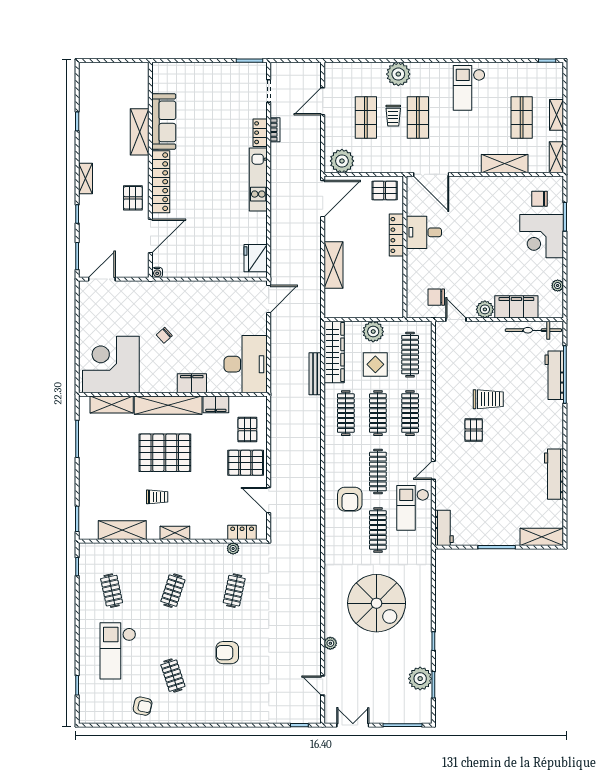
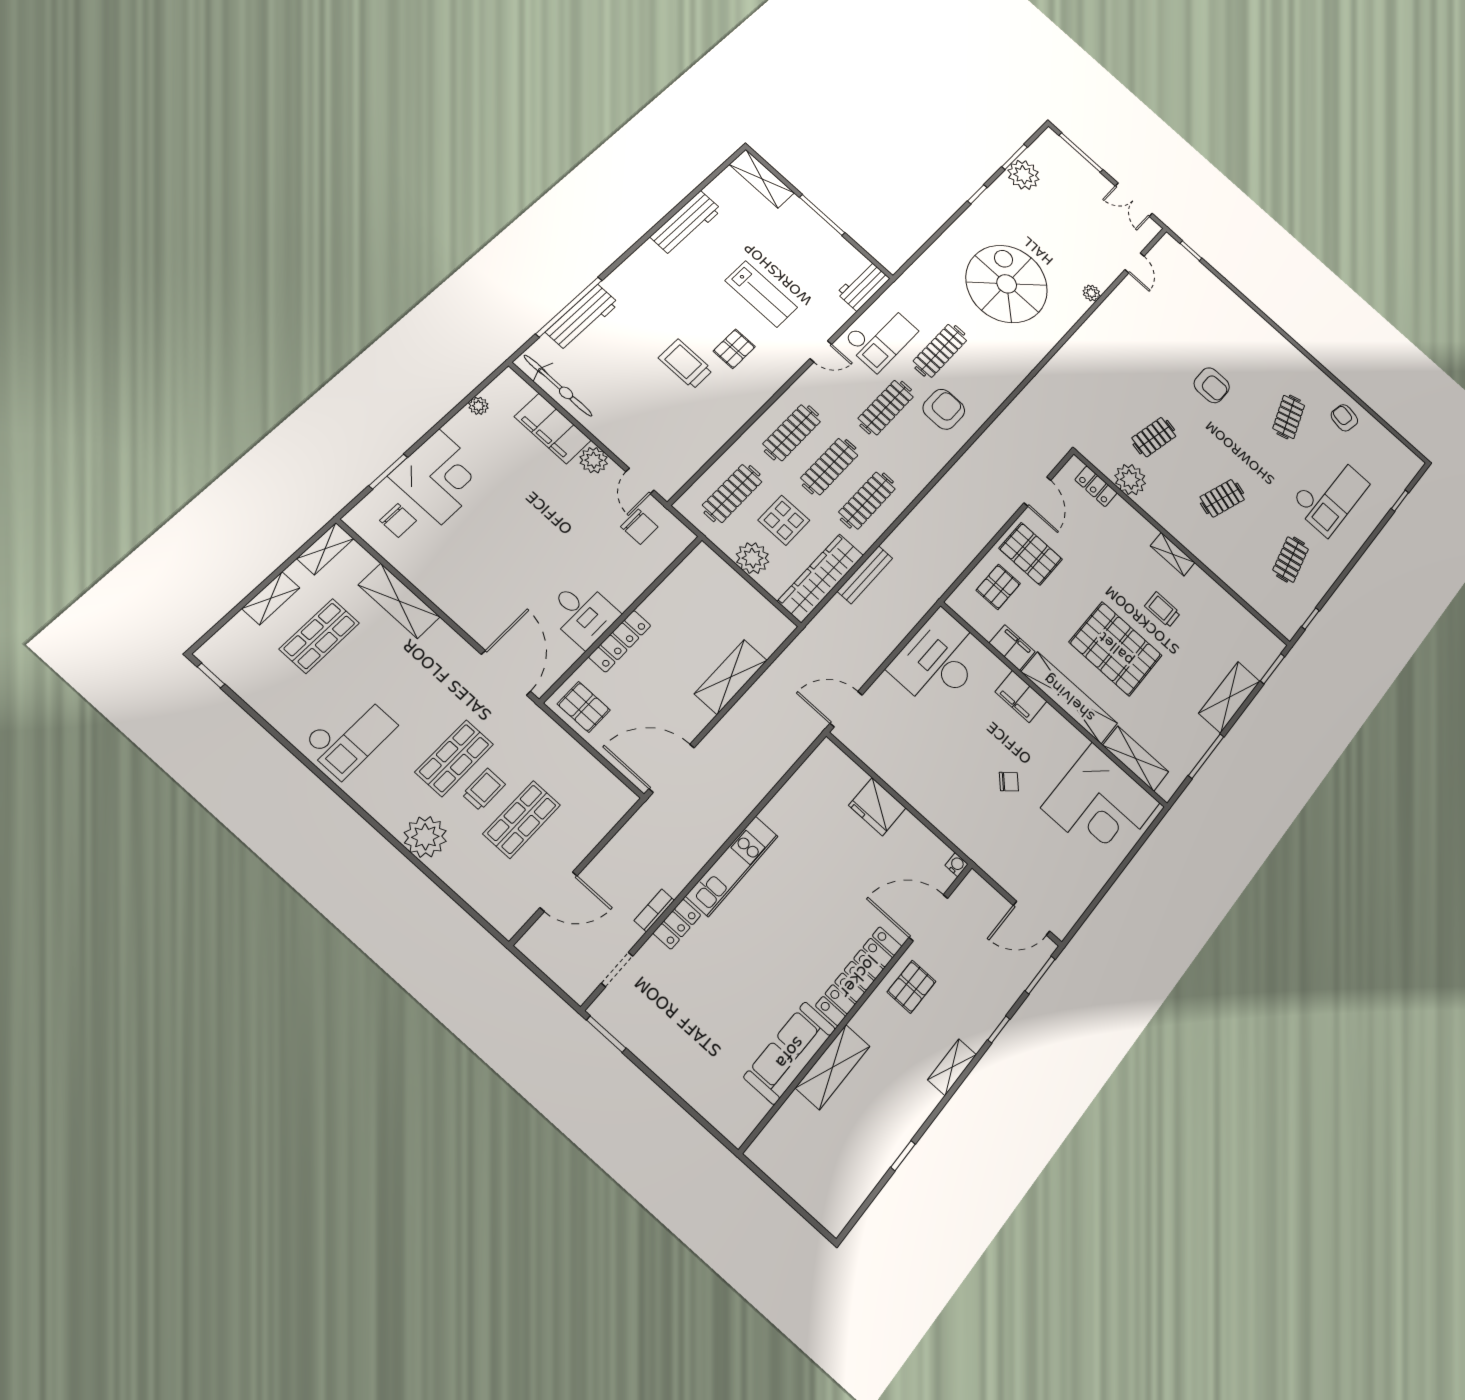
plant: (342, 161) -> (604, 792), removed
fridge: (256, 258) -> (877, 807), moved, turned 90
lab bench: (487, 472) -> (761, 294), added
shelving: (122, 530) -> (1229, 697), moved, turned 90
plant: (233, 548) -> (1130, 480), width x1.88, depth x1.88

